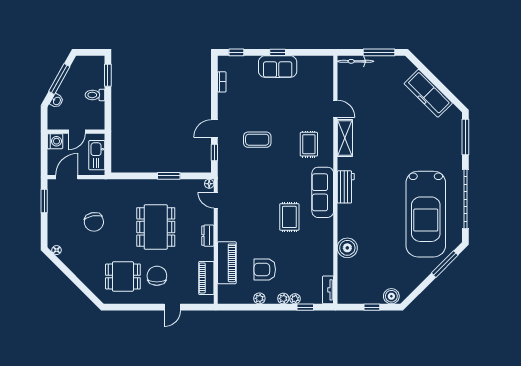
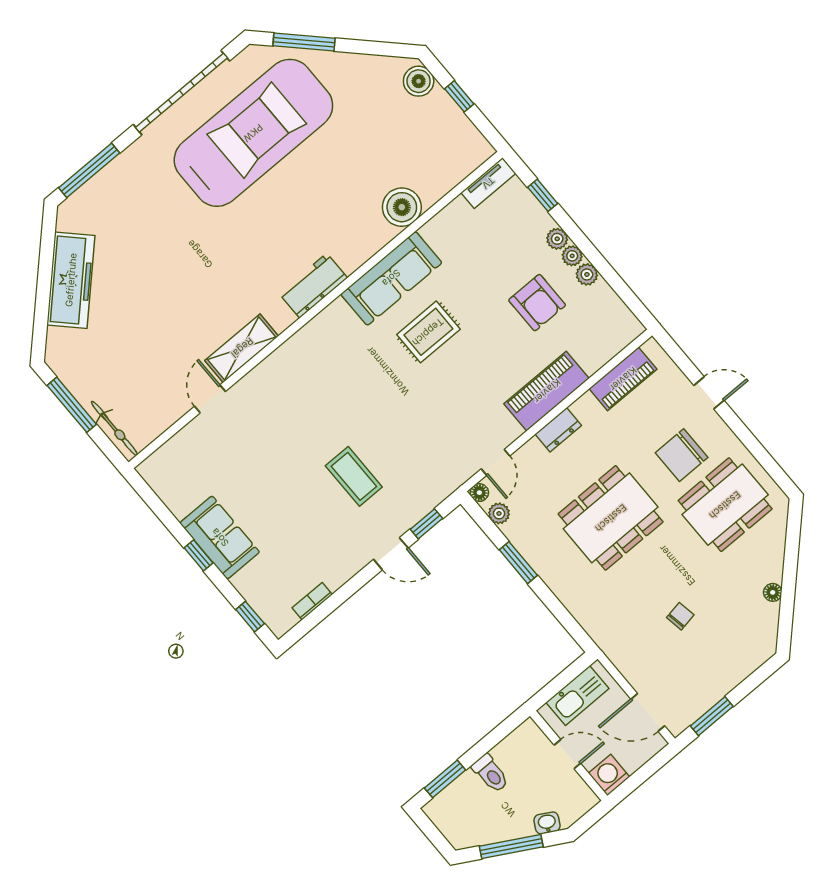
rug: (309, 144) -> (296, 394), removed
plant: (194, 185) -> (499, 513), added
sofa: (323, 192) -> (391, 278), moved
chair: (94, 222) -> (680, 616), width x0.54, depth x0.54
floor lamp: (57, 250) -> (773, 592), moved
piano: (227, 263) -> (547, 391), moved
dining table: (123, 277) -> (725, 505), width x1.38
plant: (295, 299) -> (572, 256), moved

